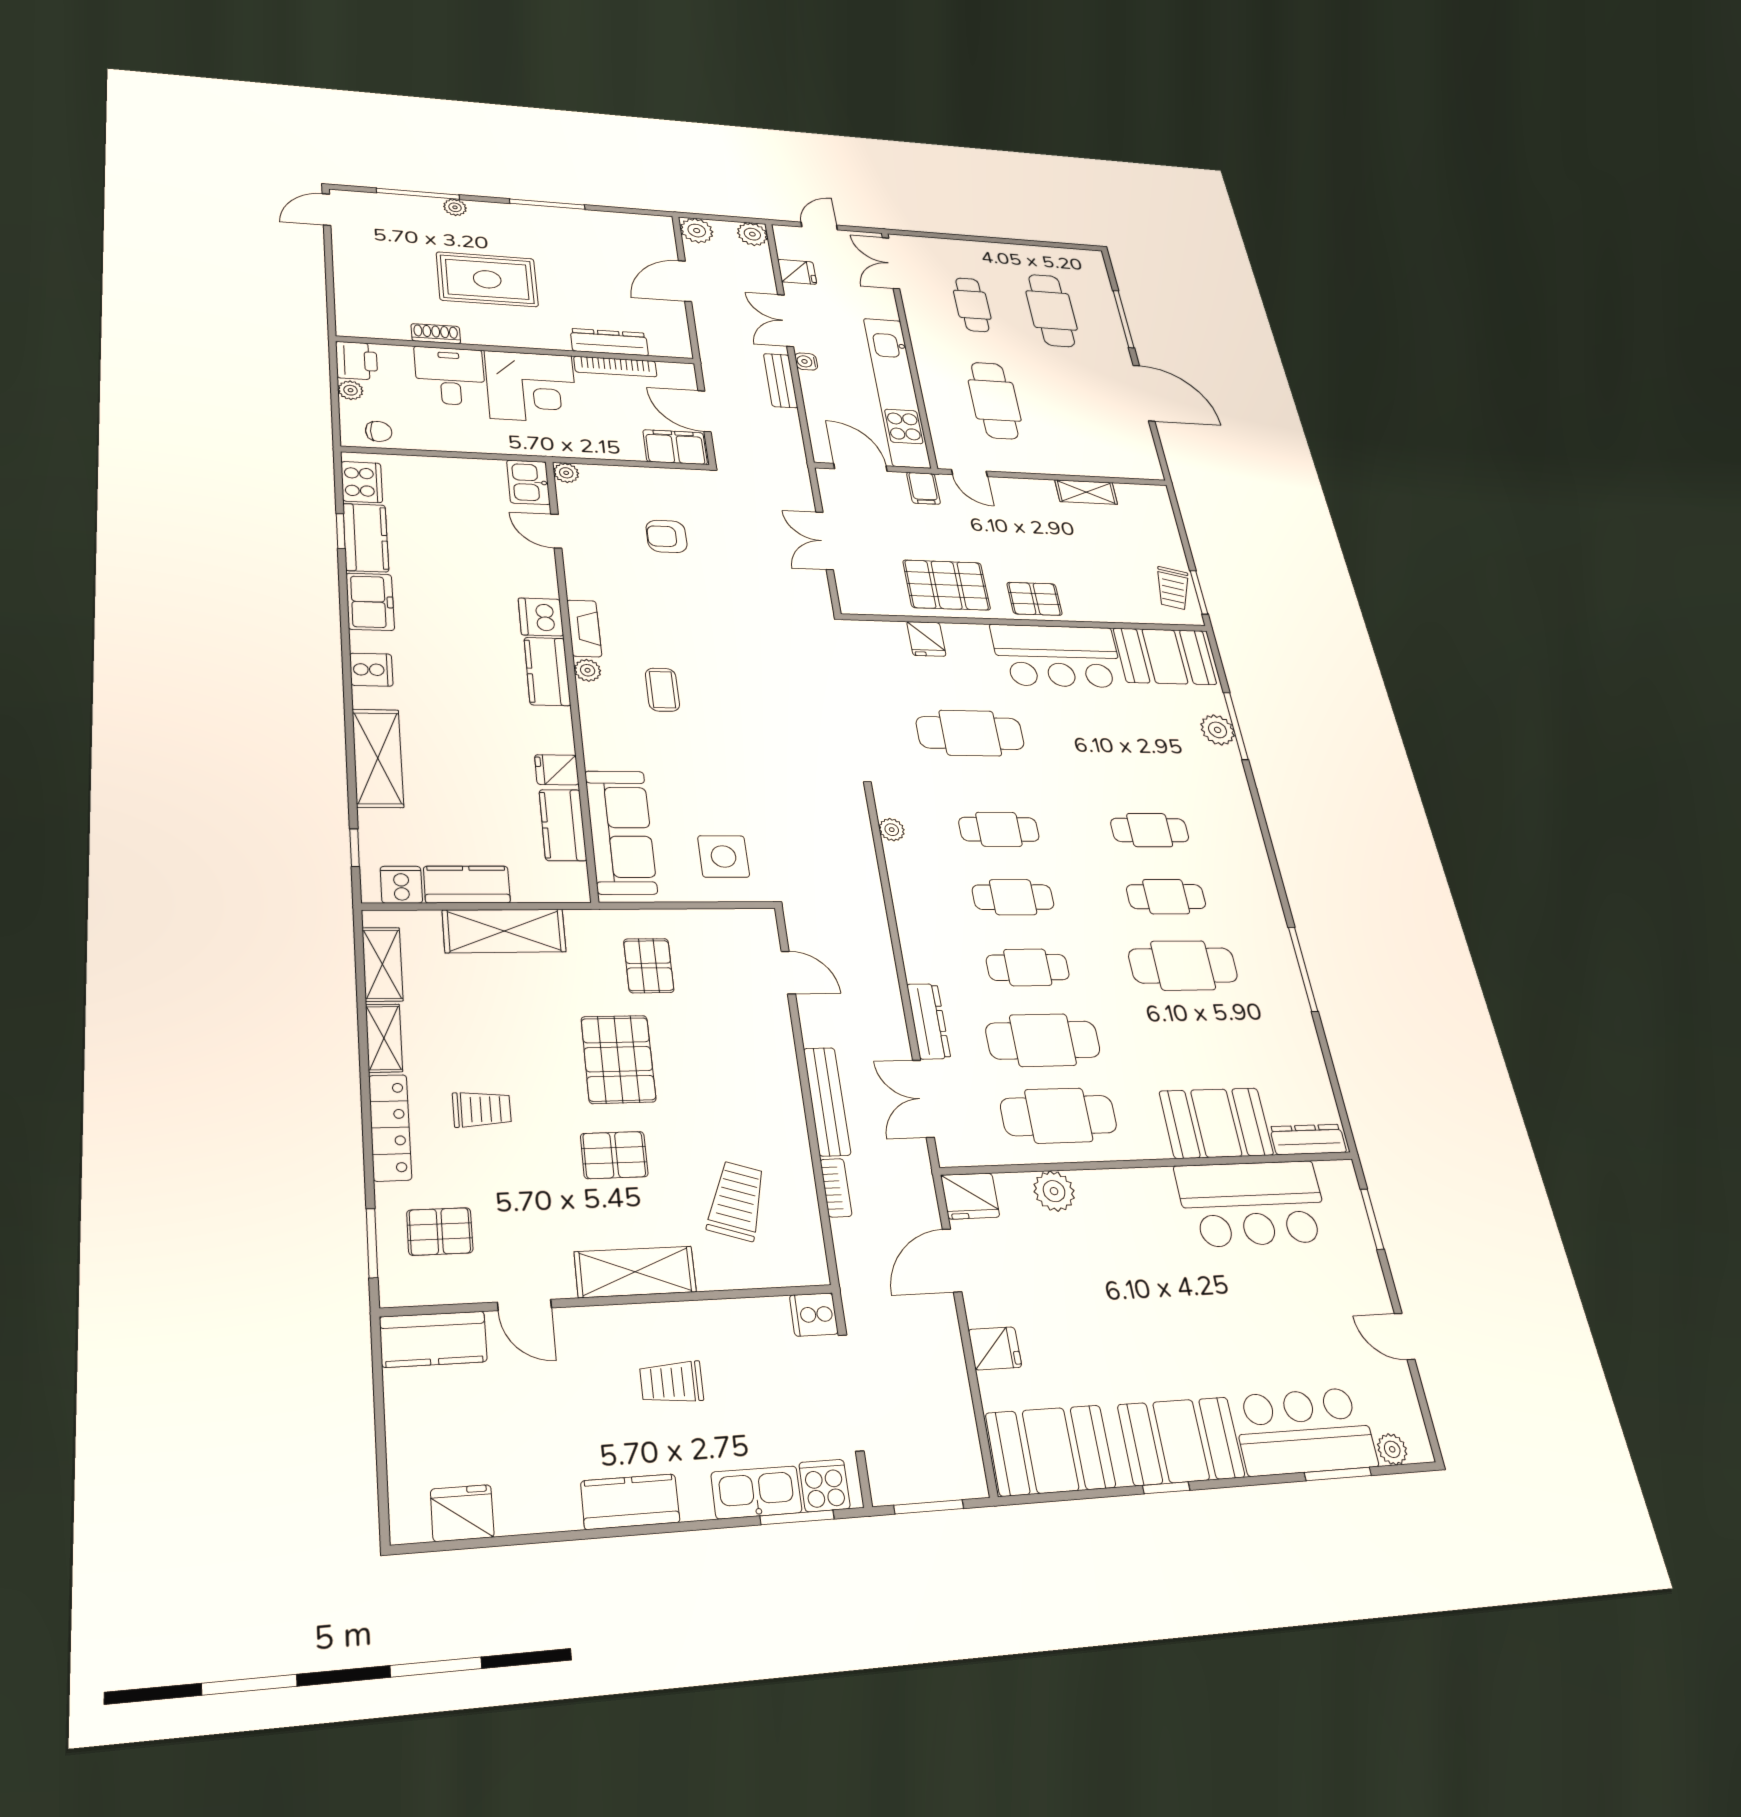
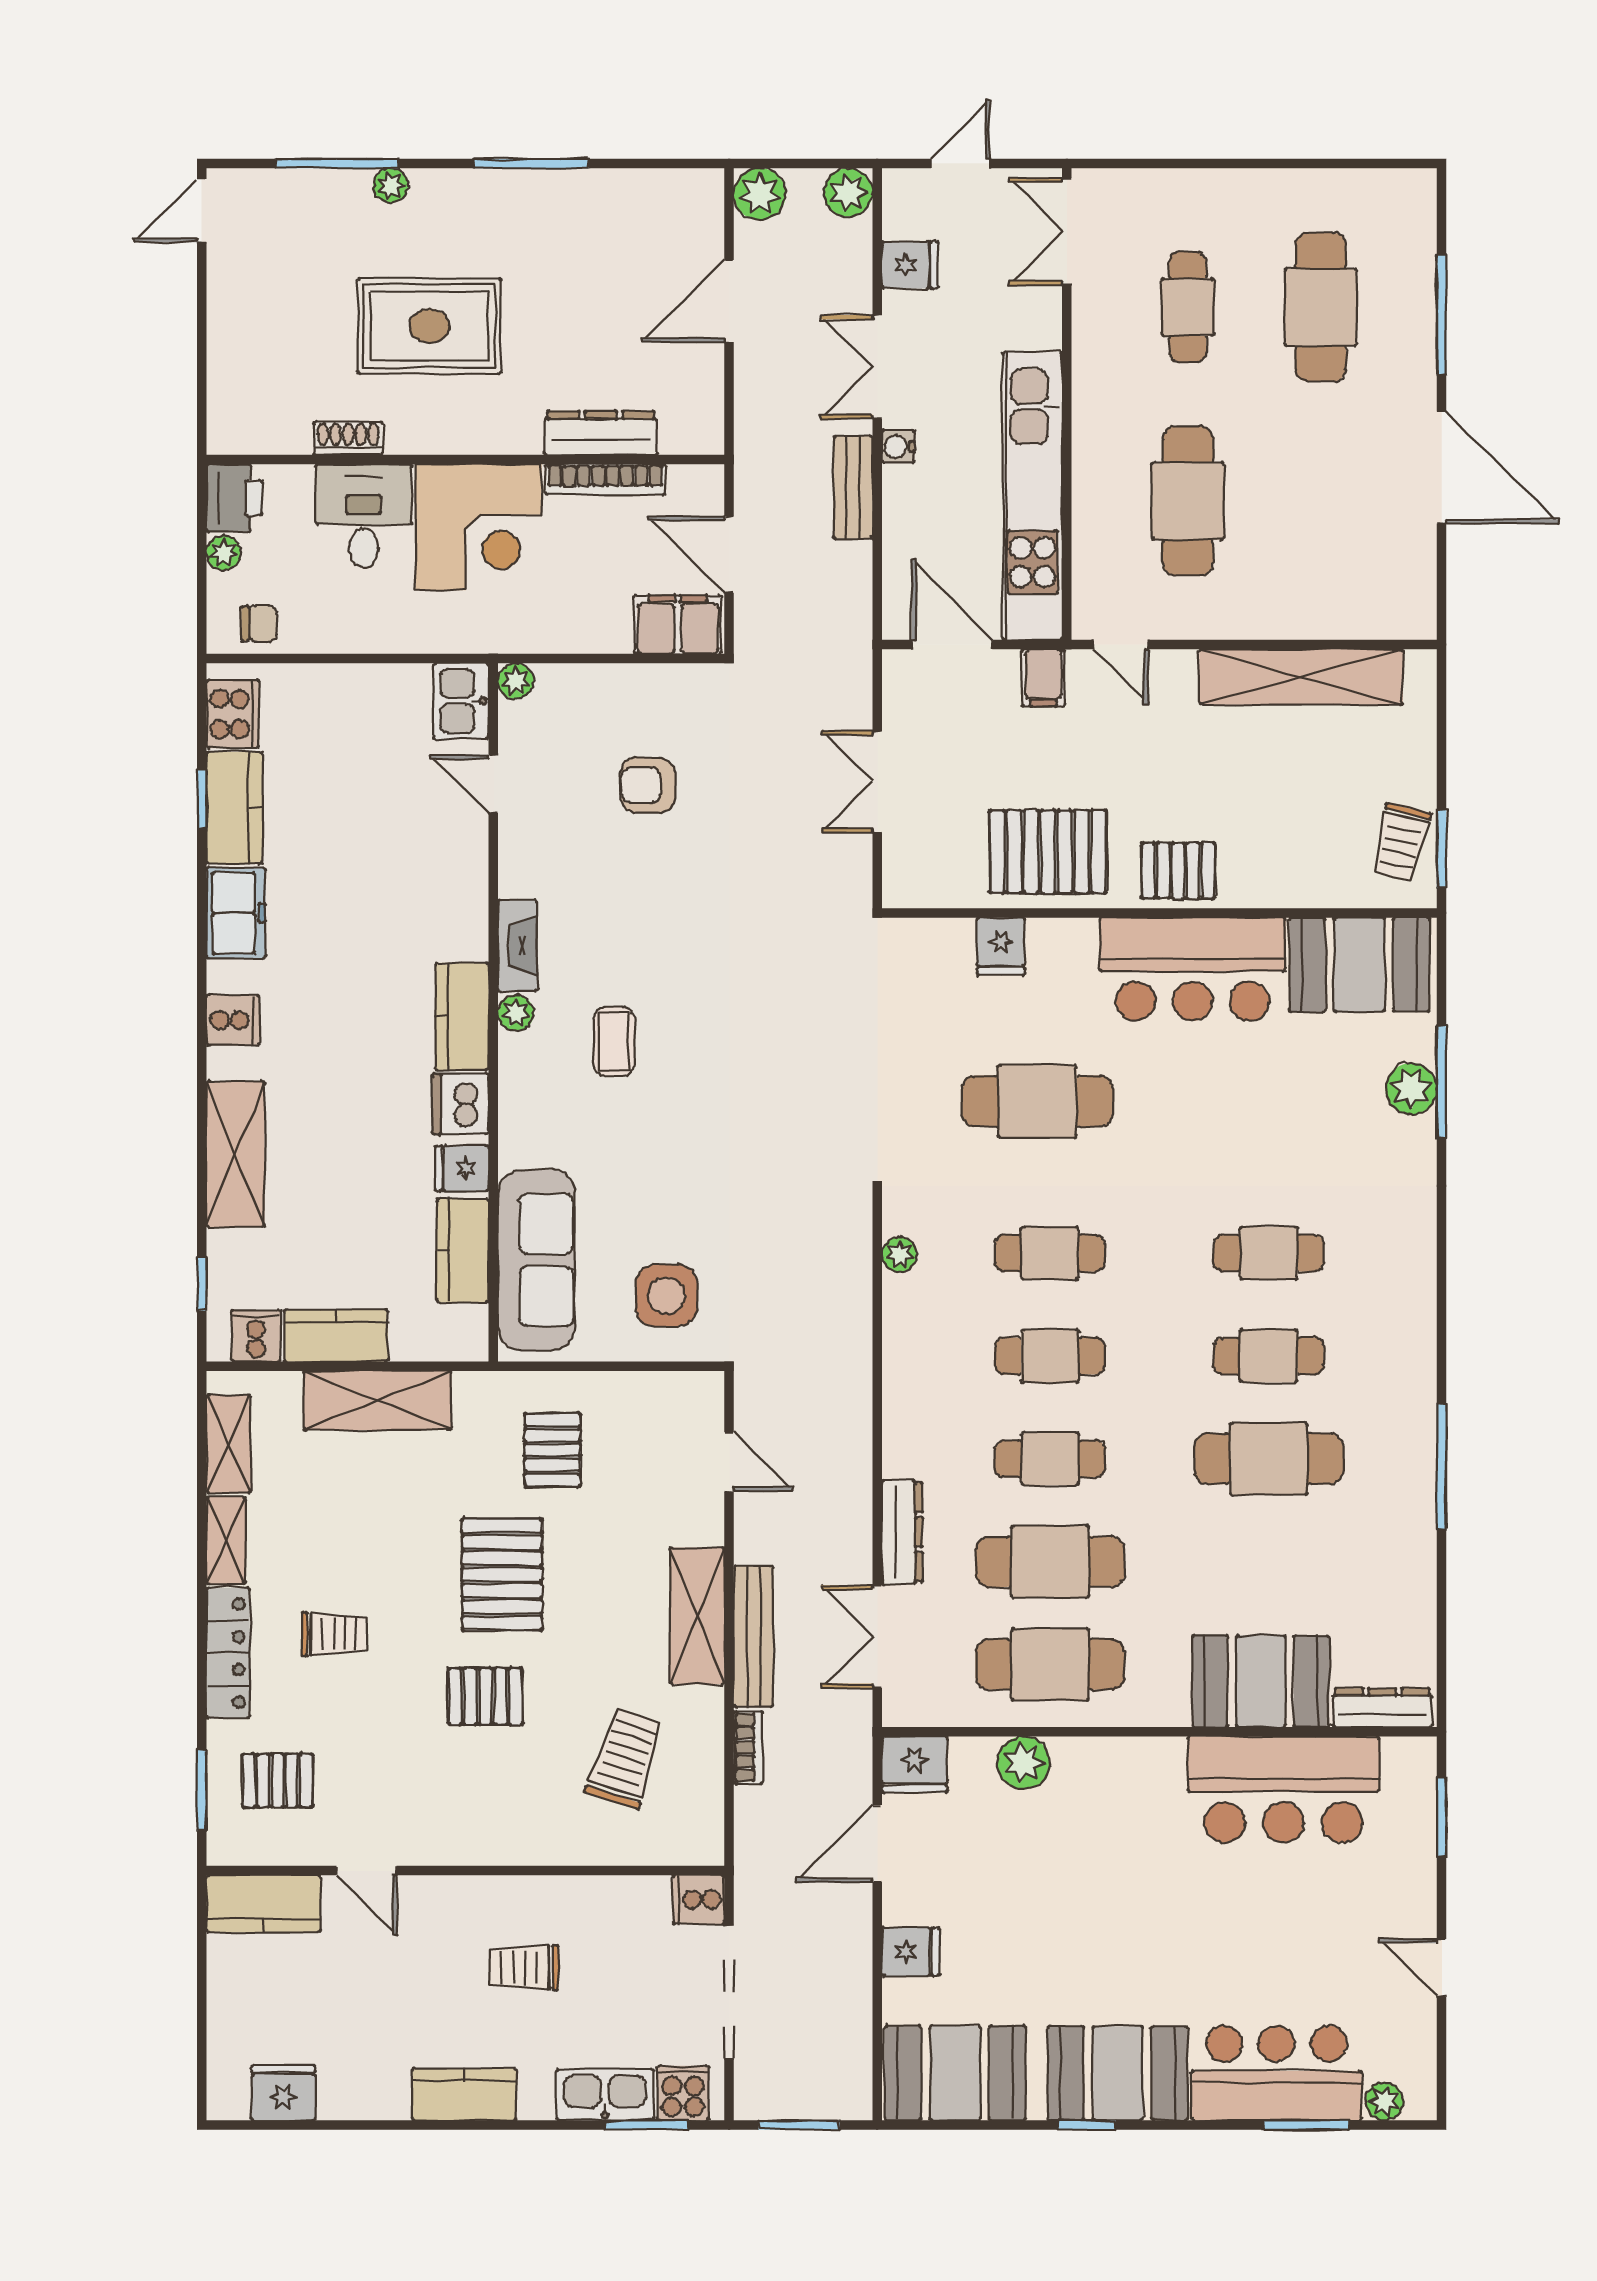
shelving: (1086, 492) -> (1301, 677), width x2.20, depth x1.33
dishwasher: (541, 617) -> (460, 1104), moved
shelving: (635, 1272) -> (697, 1616), moved, turned 90

